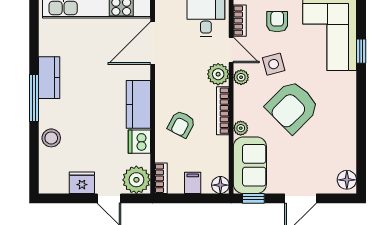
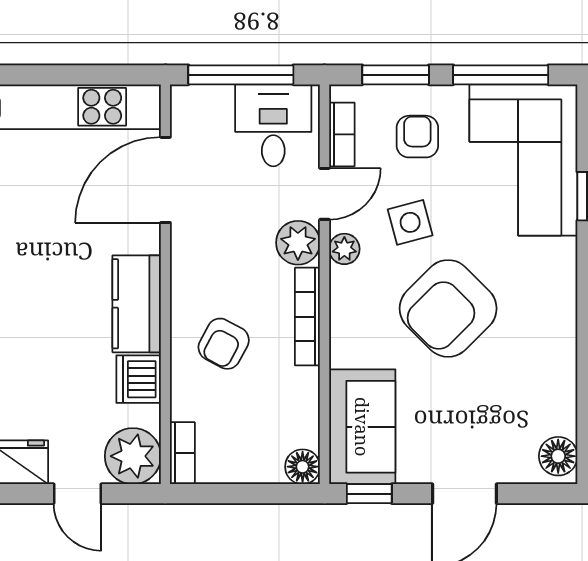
door: (231, 50) -> (325, 194), hinge flipped
plant: (241, 128) -> (344, 352), removed
filing cabinet: (193, 183) -> (247, 463), removed

